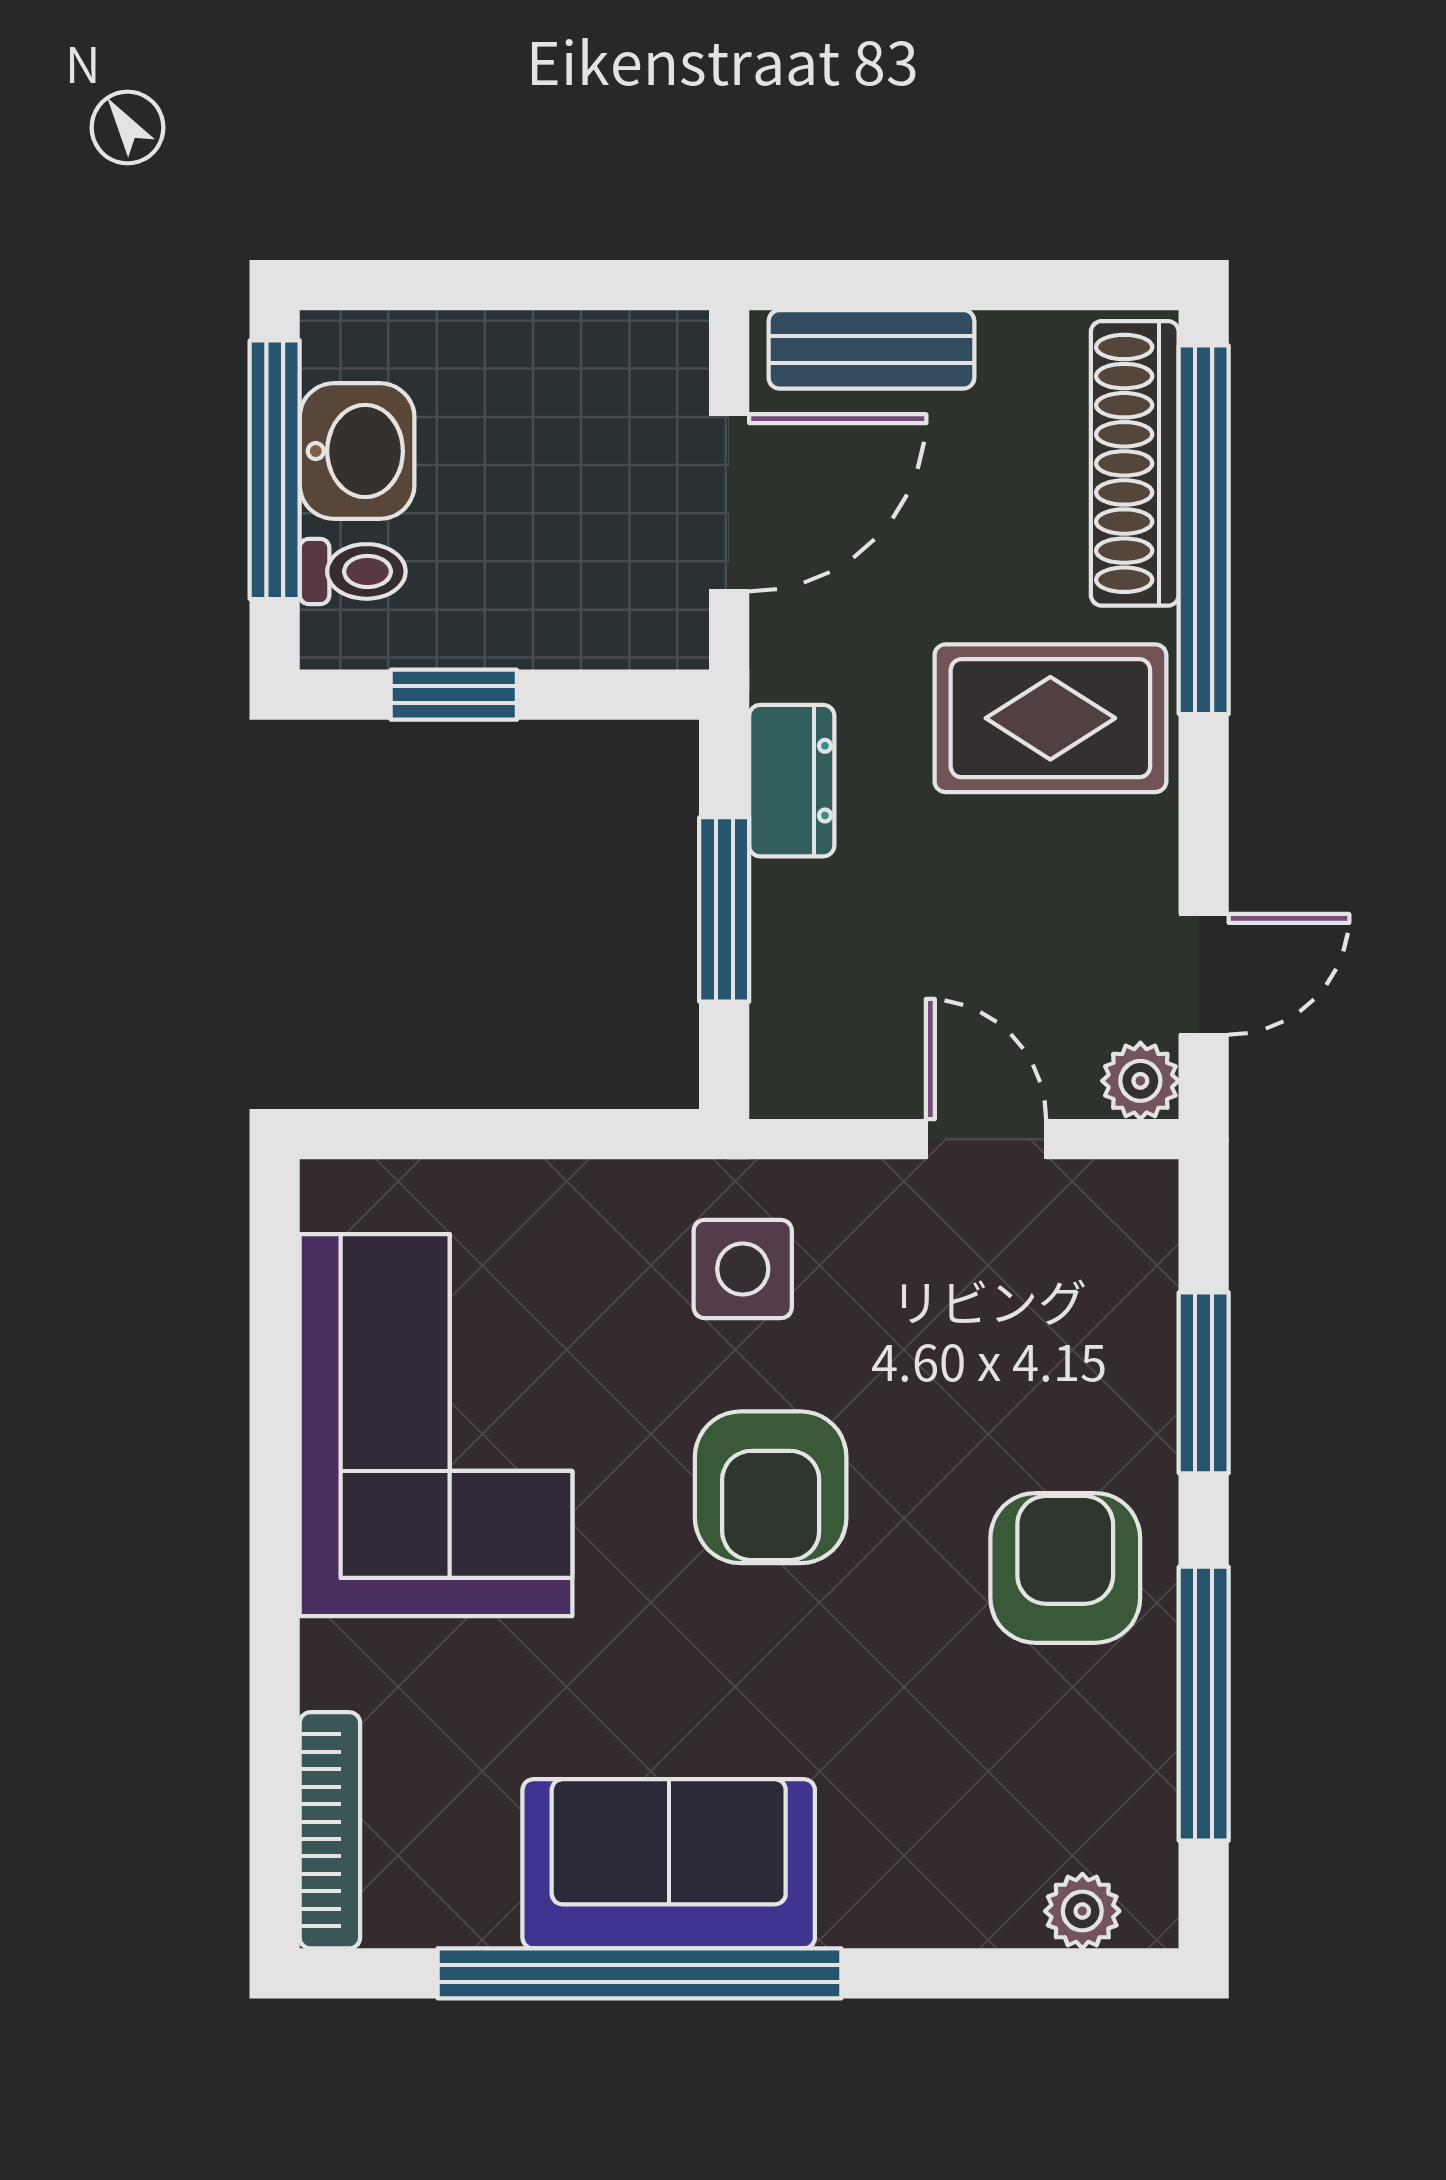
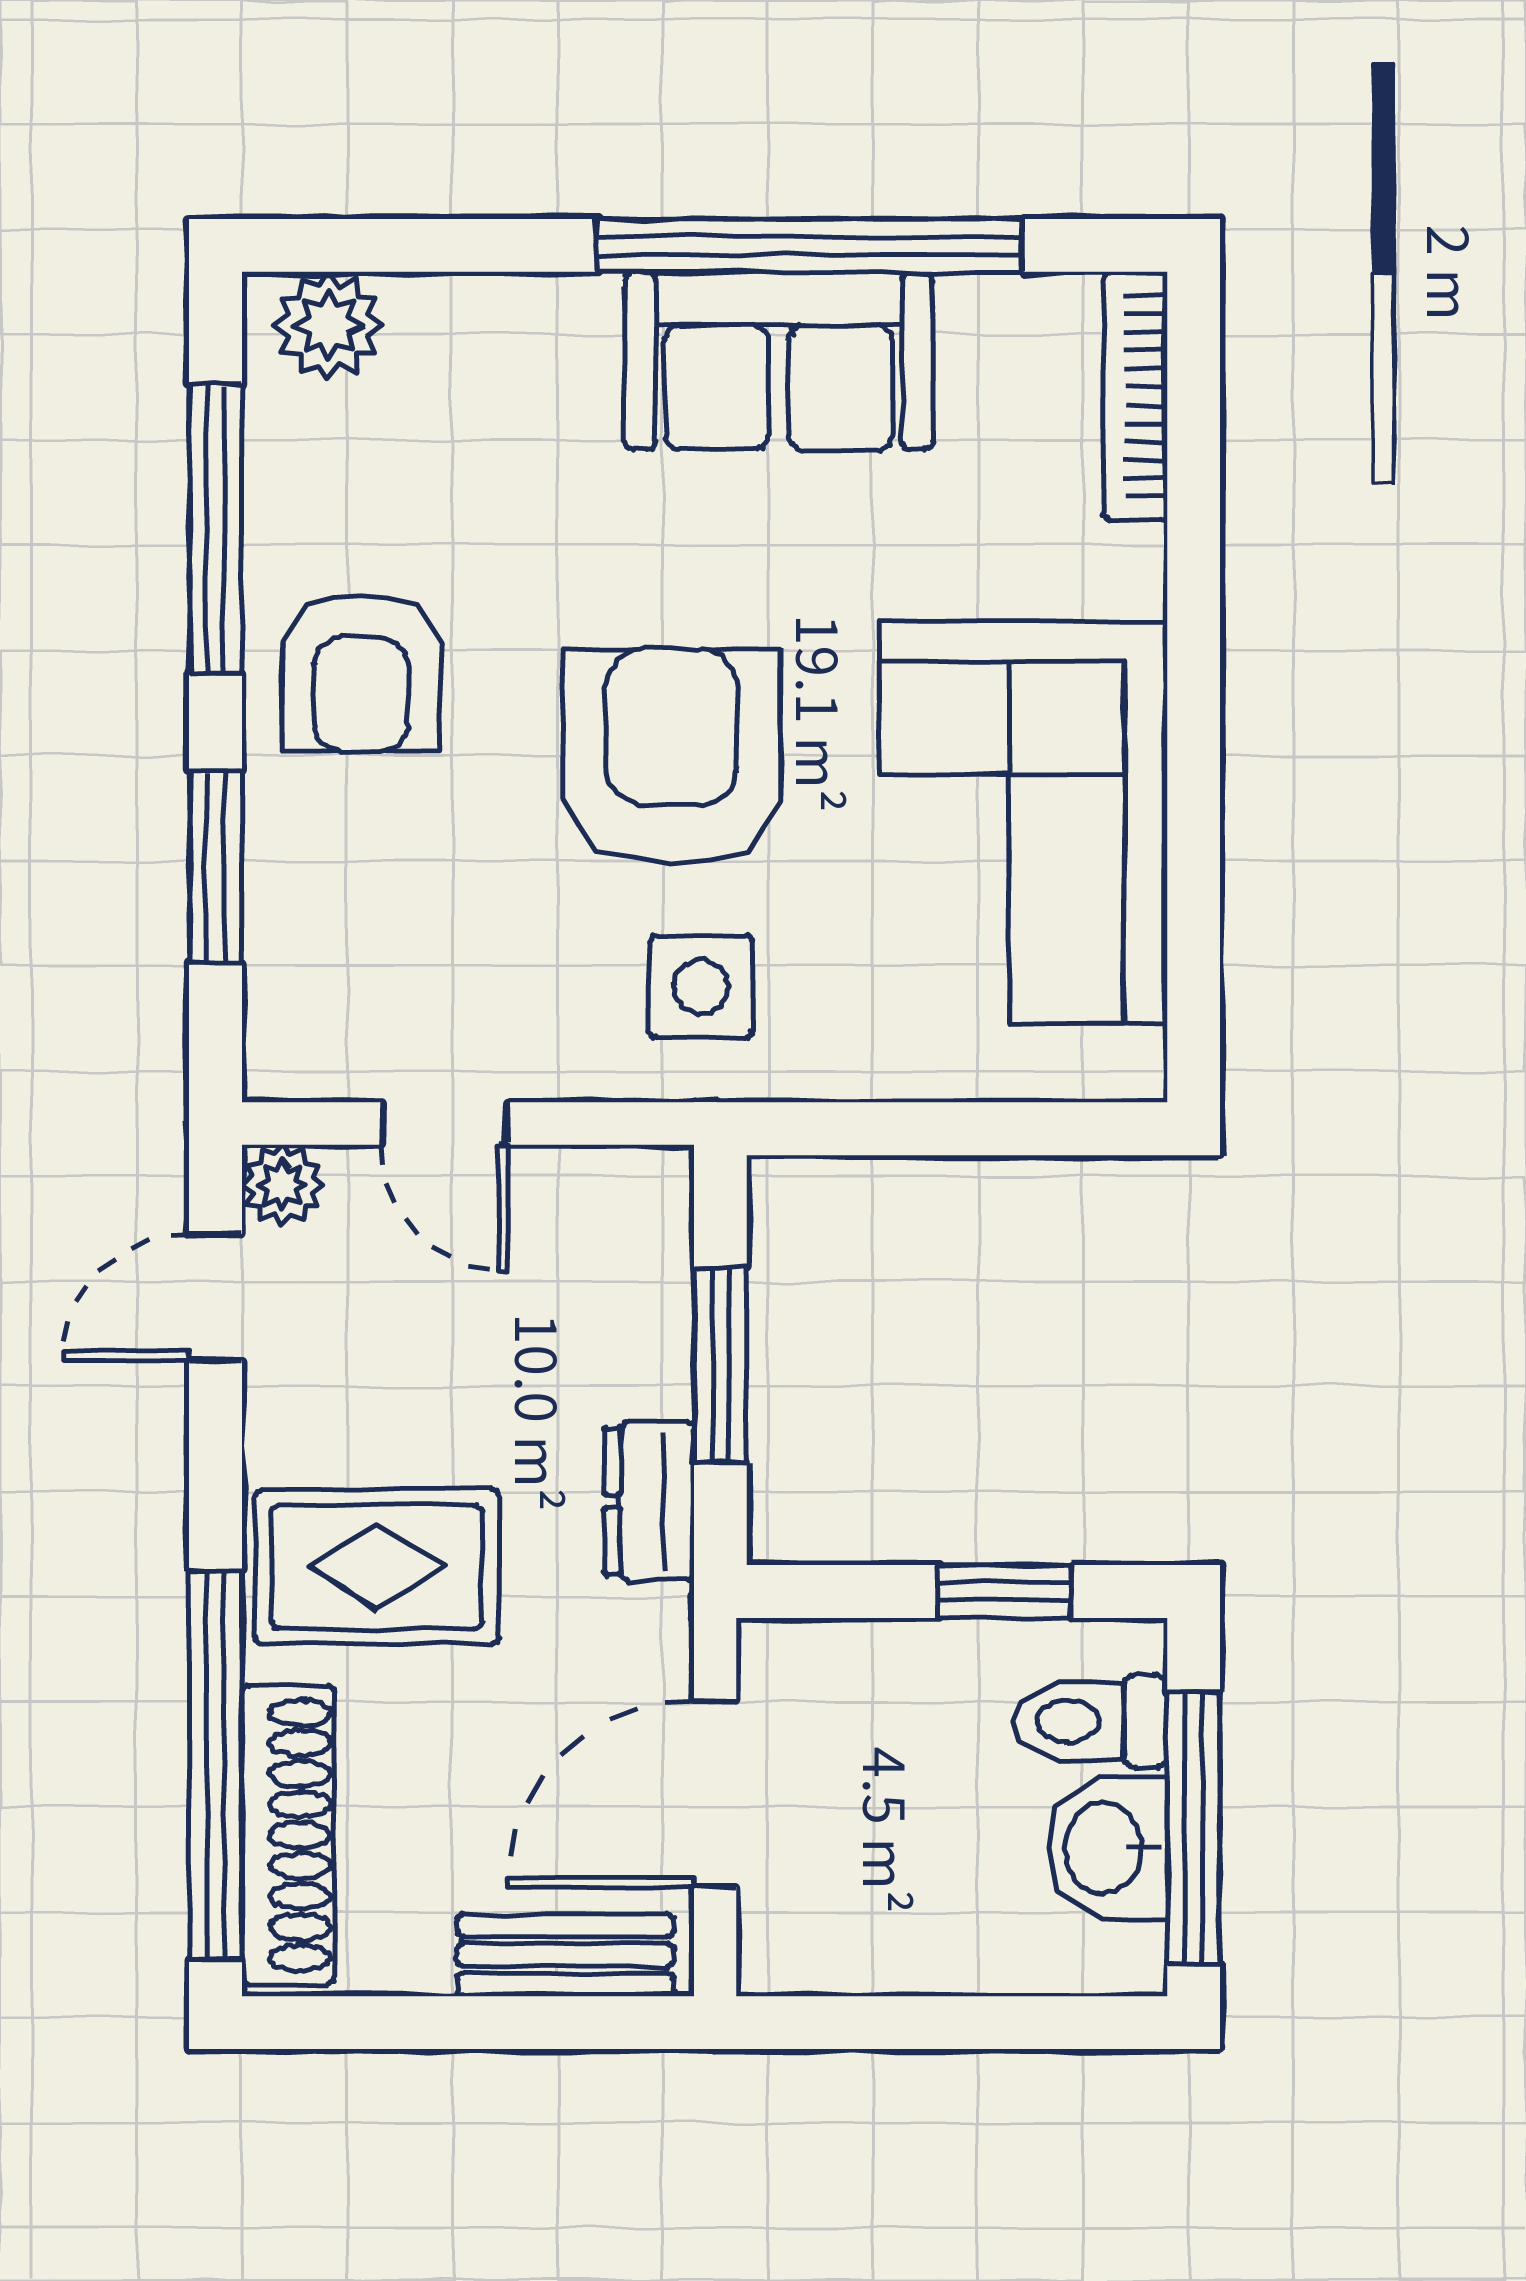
toilet: (353, 571) -> (1090, 1721), width x1.37, depth x1.39
armchair: (771, 1487) -> (671, 757), width x1.36, depth x1.36
plant: (1082, 1911) -> (329, 326), width x1.38, depth x1.38

